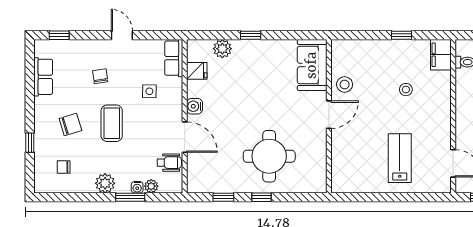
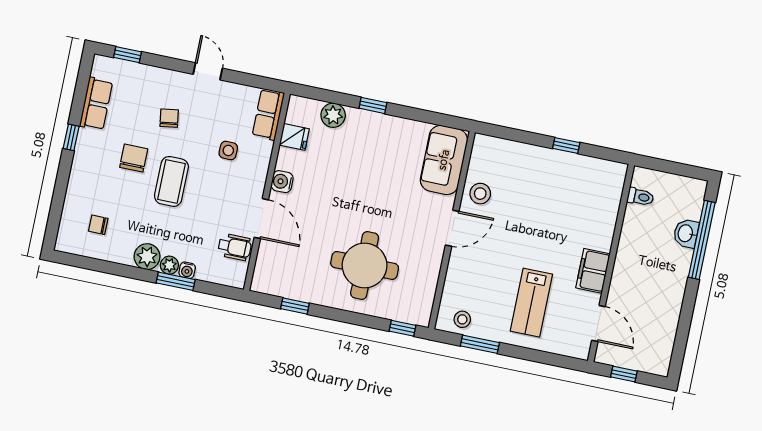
filing cabinet: (441, 55) -> (593, 271), moved
stool: (406, 90) -> (462, 319), moved
chair: (70, 124) -> (134, 158), moved, turned -73
window: (30, 143) -> (71, 137), moved
lab bench: (400, 158) -> (531, 303), turned 180
plant: (151, 186) -> (169, 265), moved
window: (261, 197) -> (402, 328), moved
window: (368, 197) -> (480, 344), added

